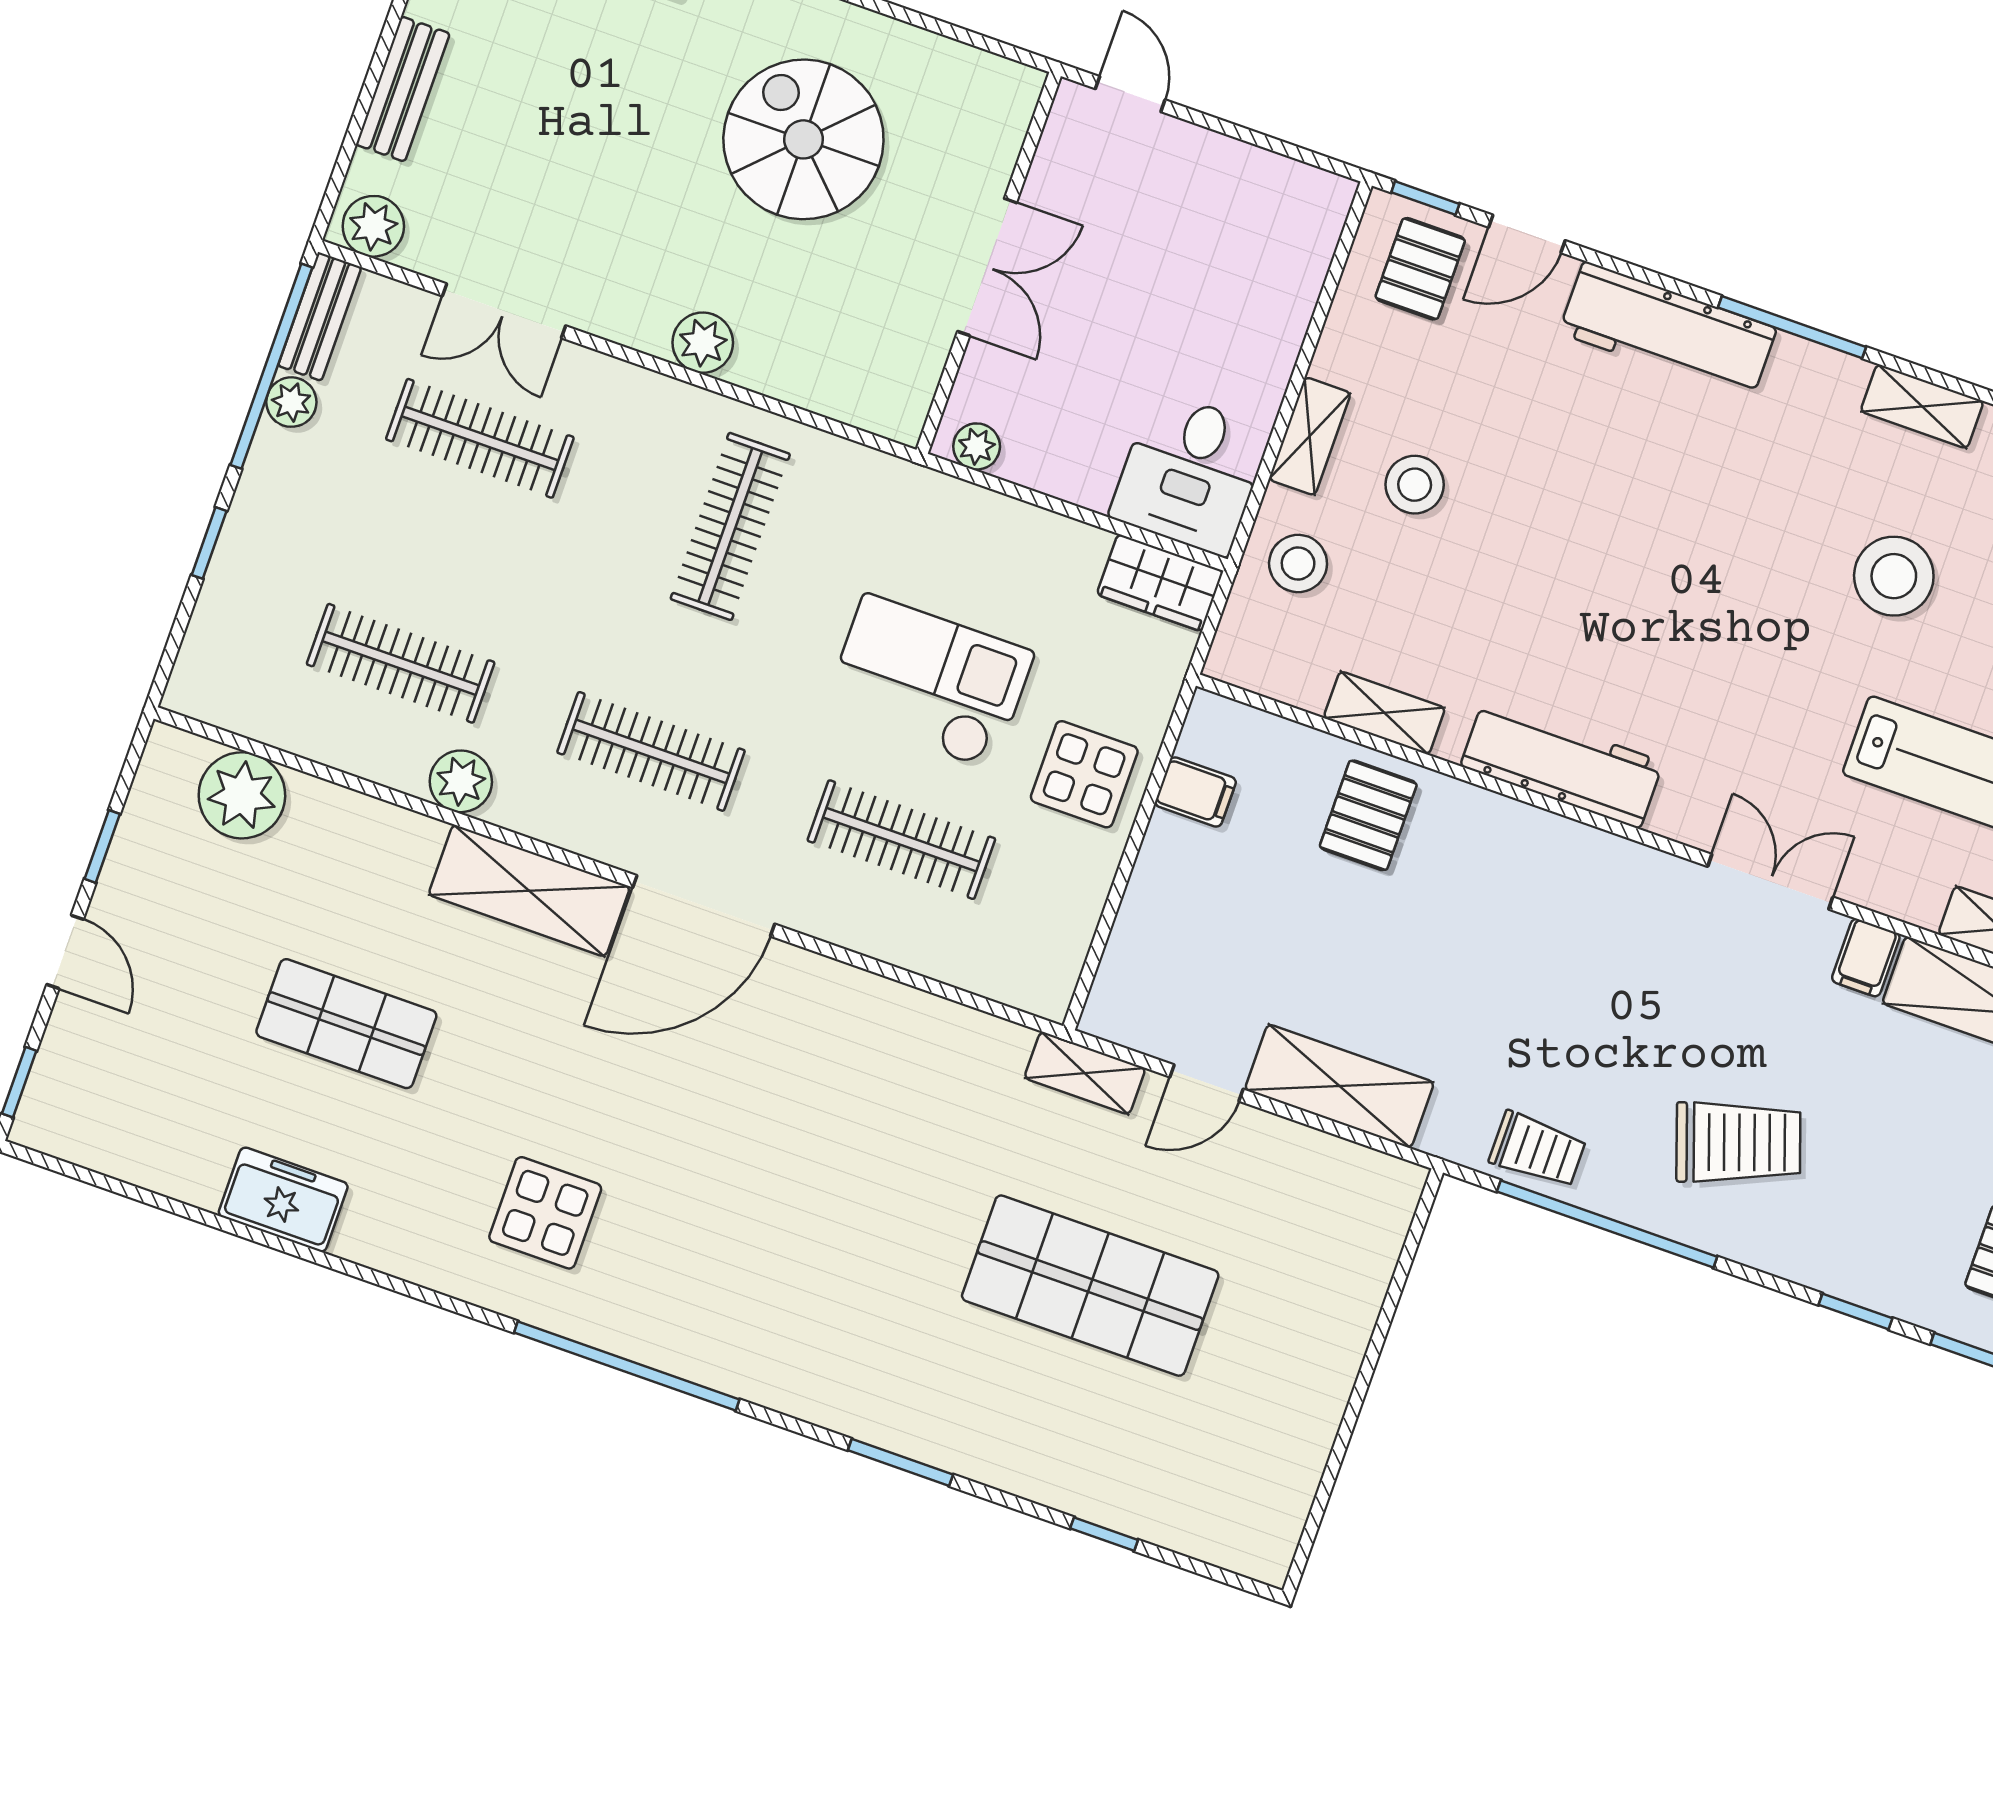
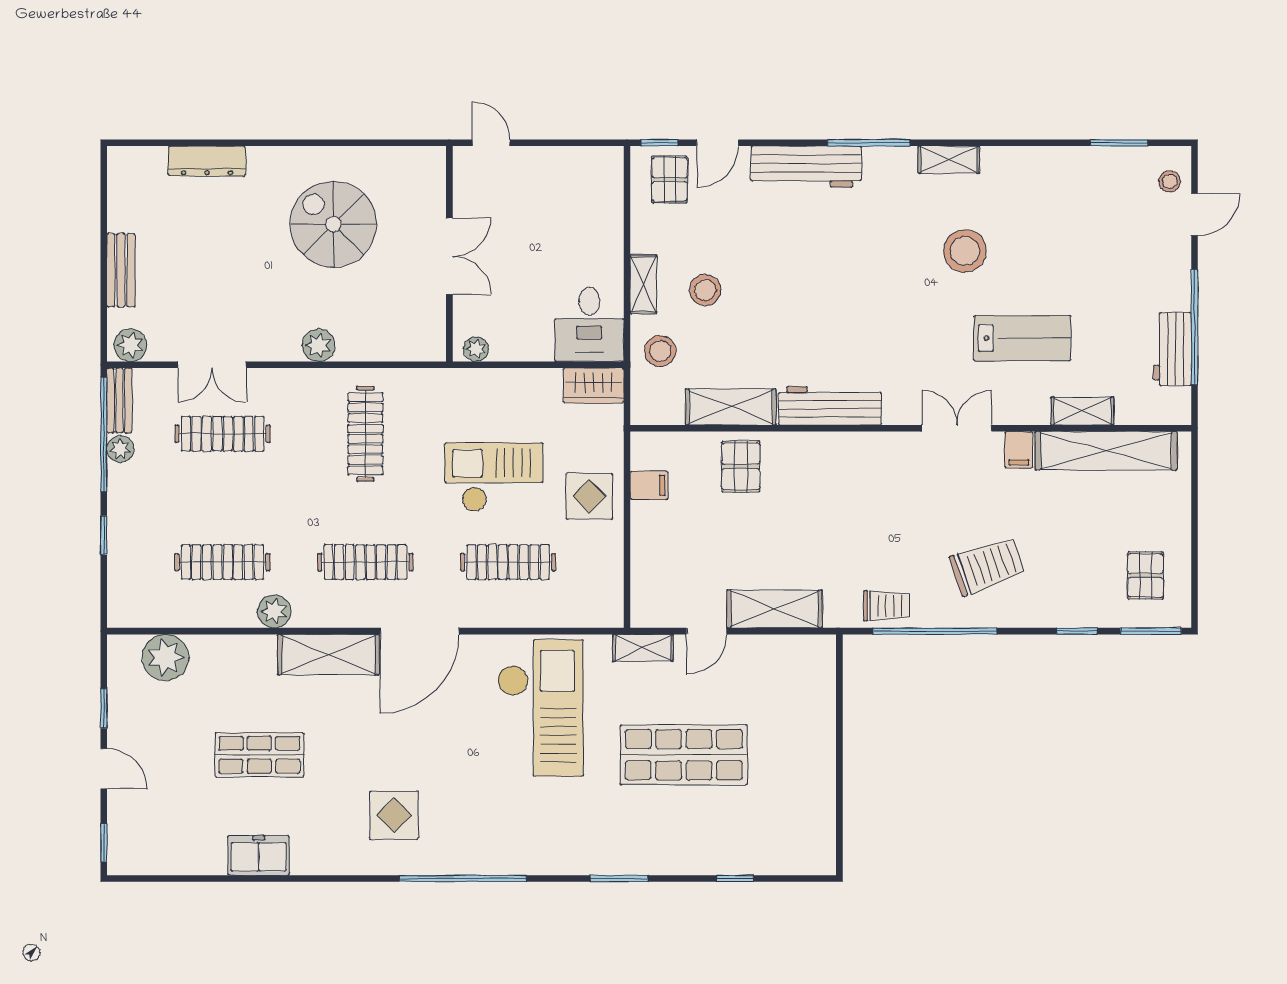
shelving: (1384, 713) -> (731, 407), width x1.50, depth x1.33
checkout: (868, 1115) -> (540, 708), added

